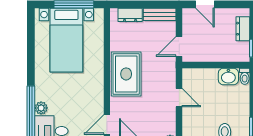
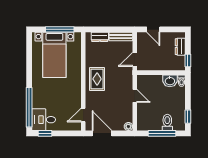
rug: (126, 74) -> (97, 79), width x0.73, depth x0.70
plant: (41, 108) -> (36, 103), removed

